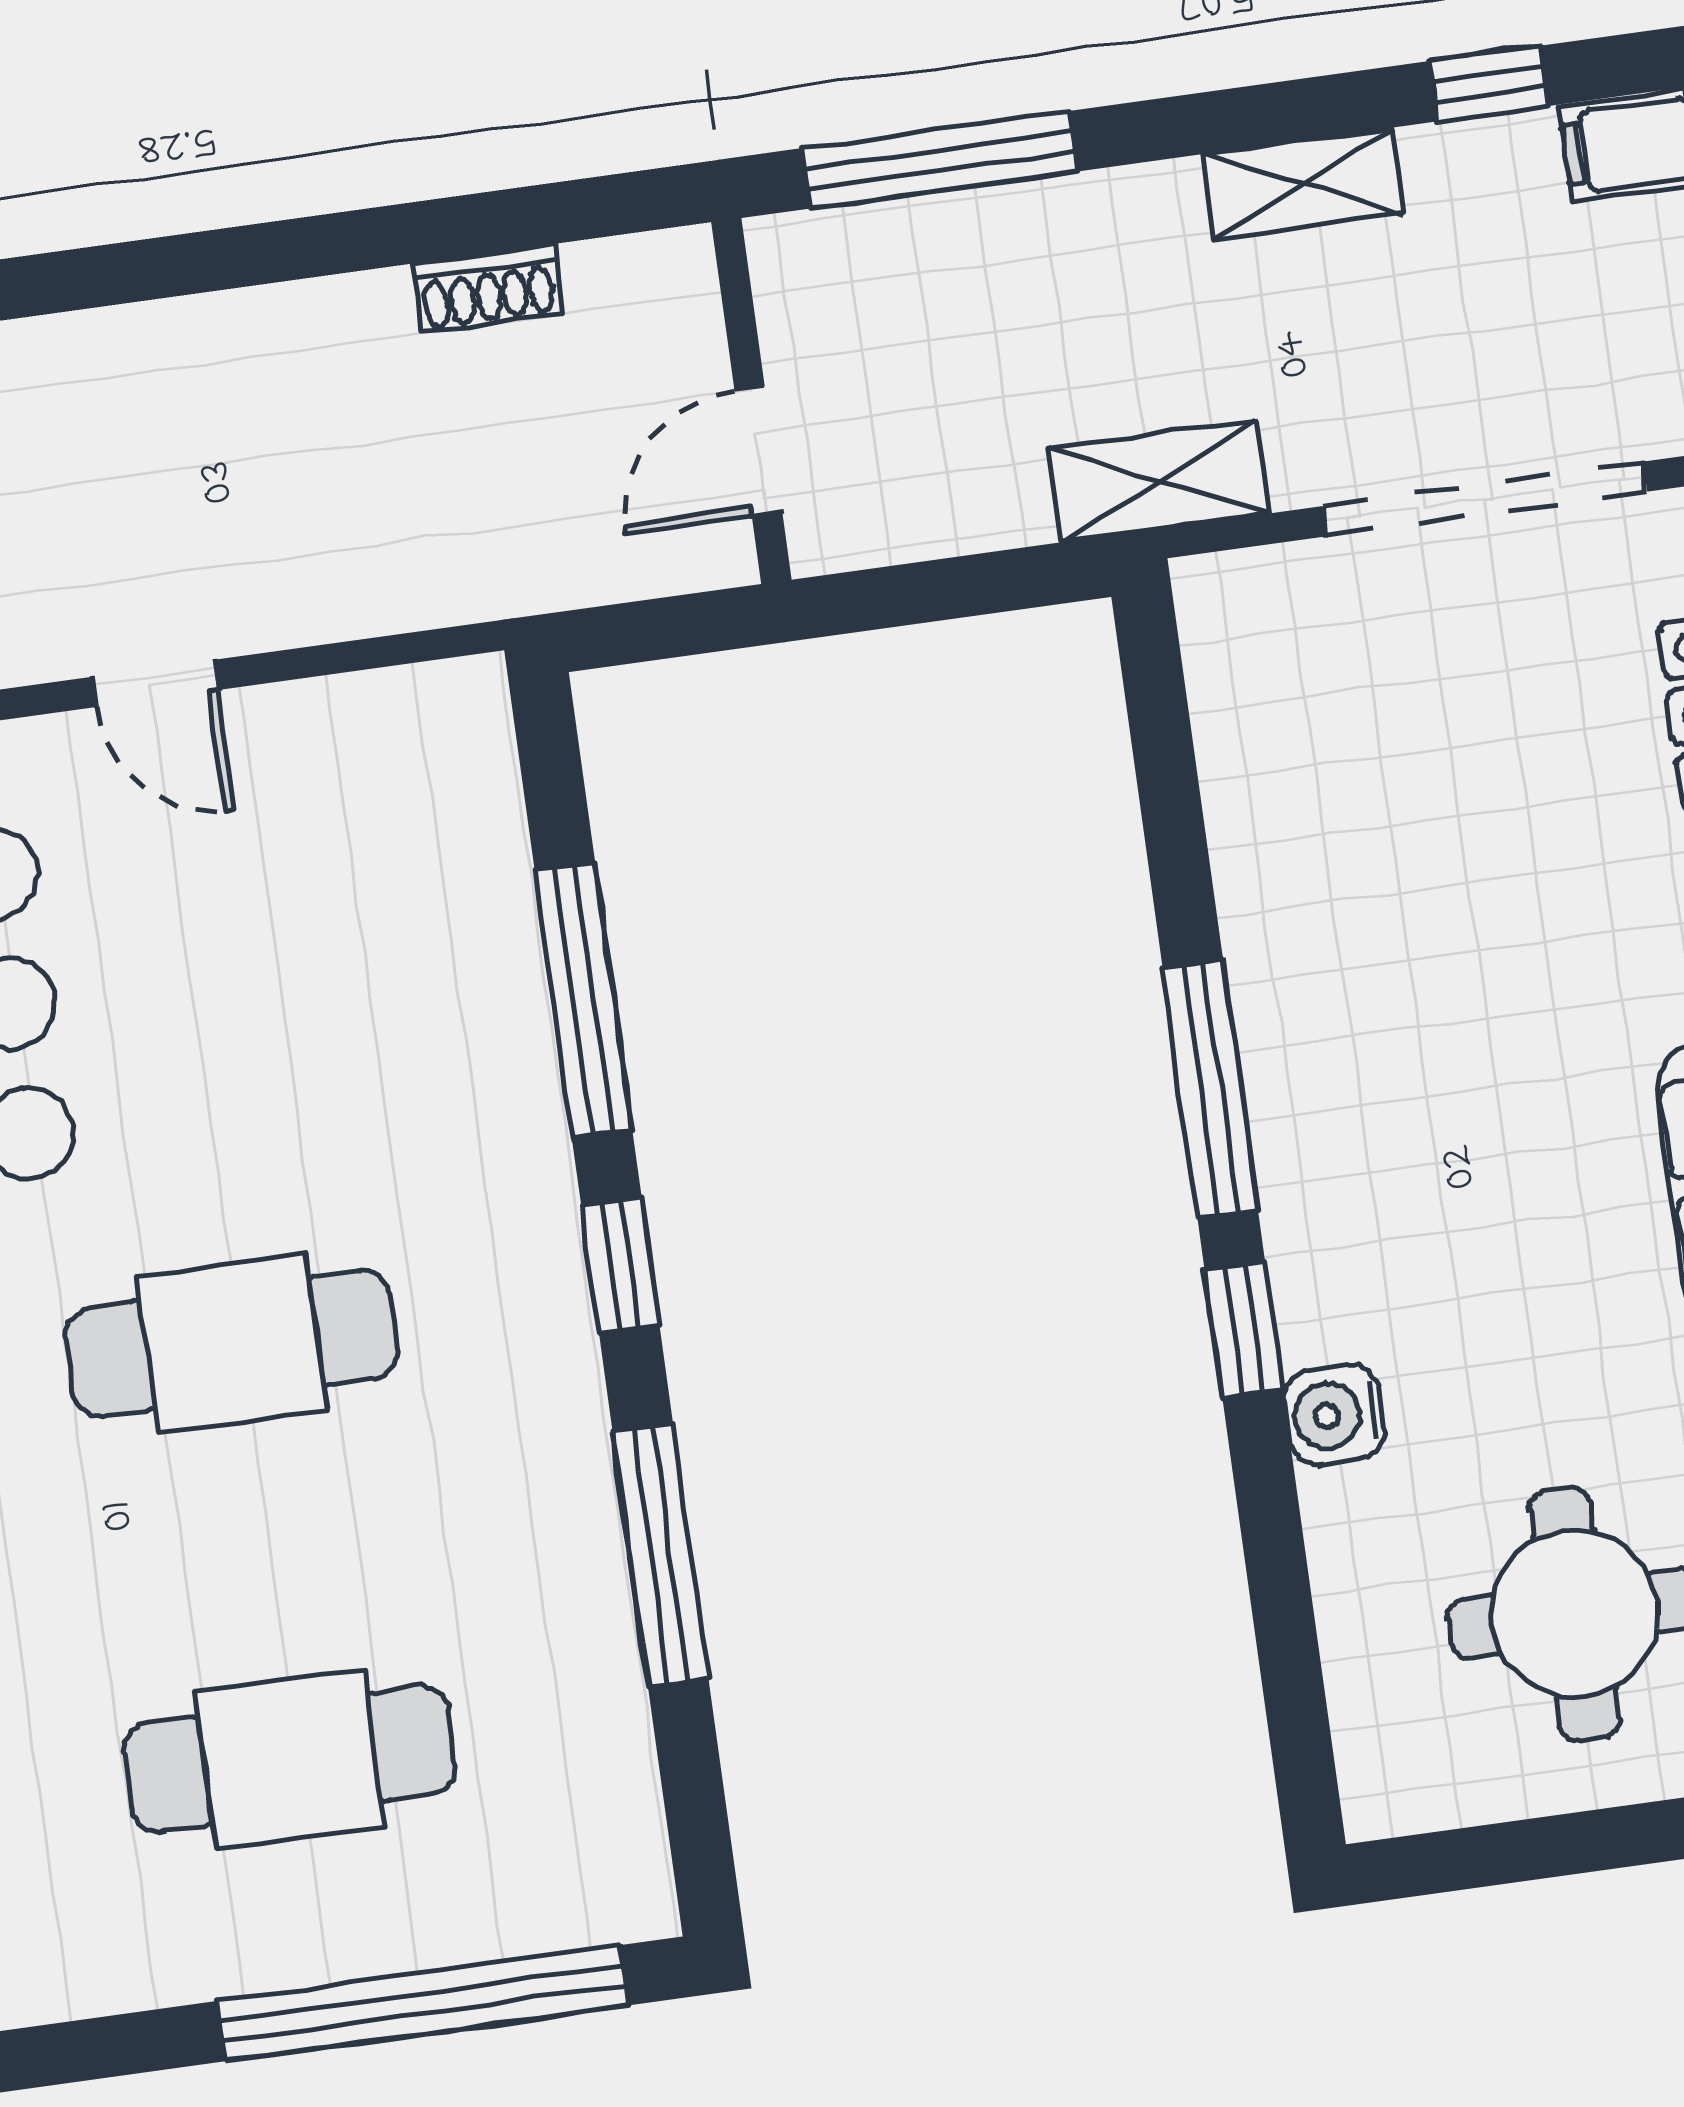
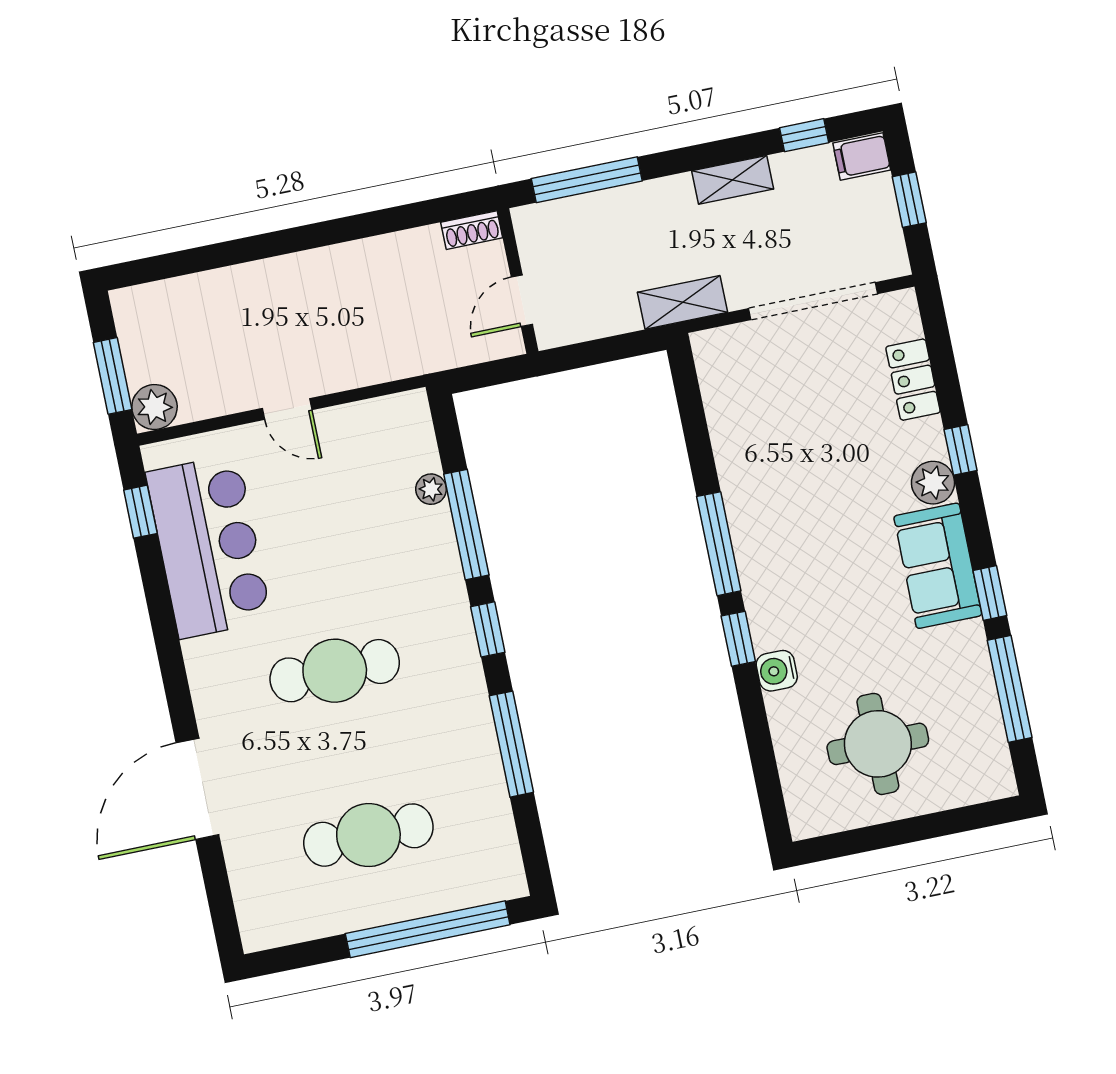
shoe rack: (488, 288) -> (472, 230), moved
plant: (501, 906) -> (431, 489), added

